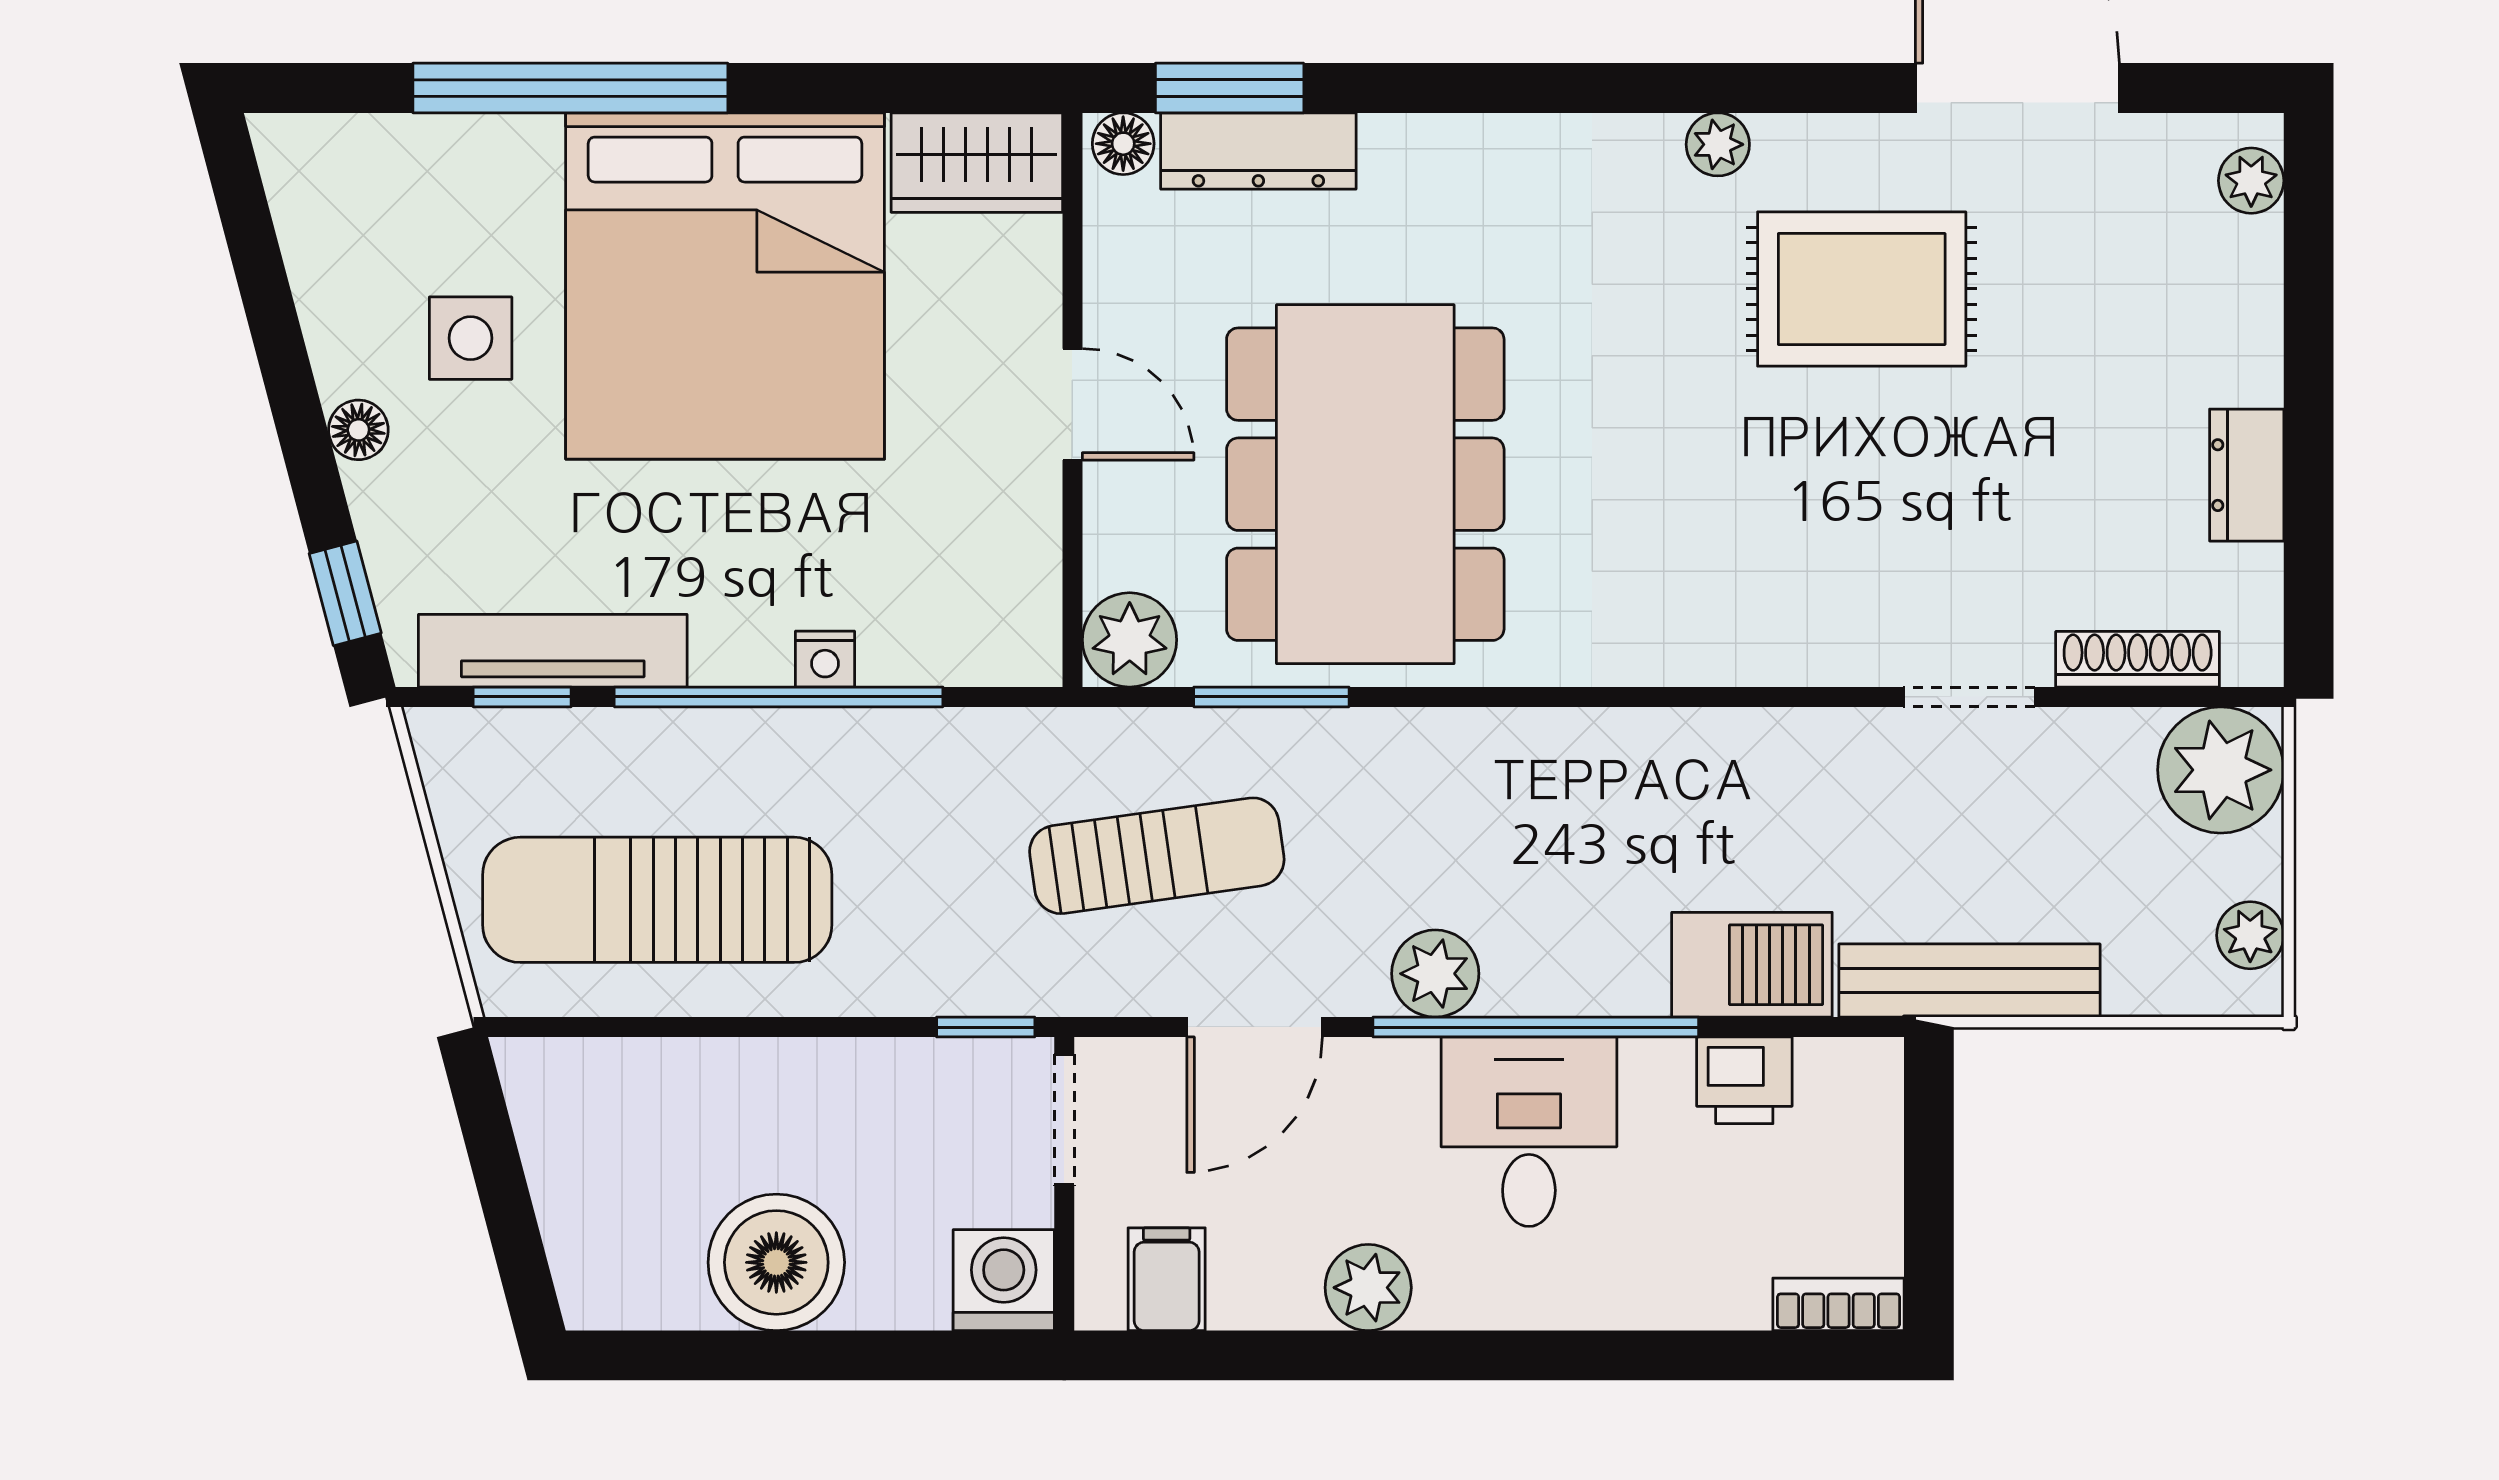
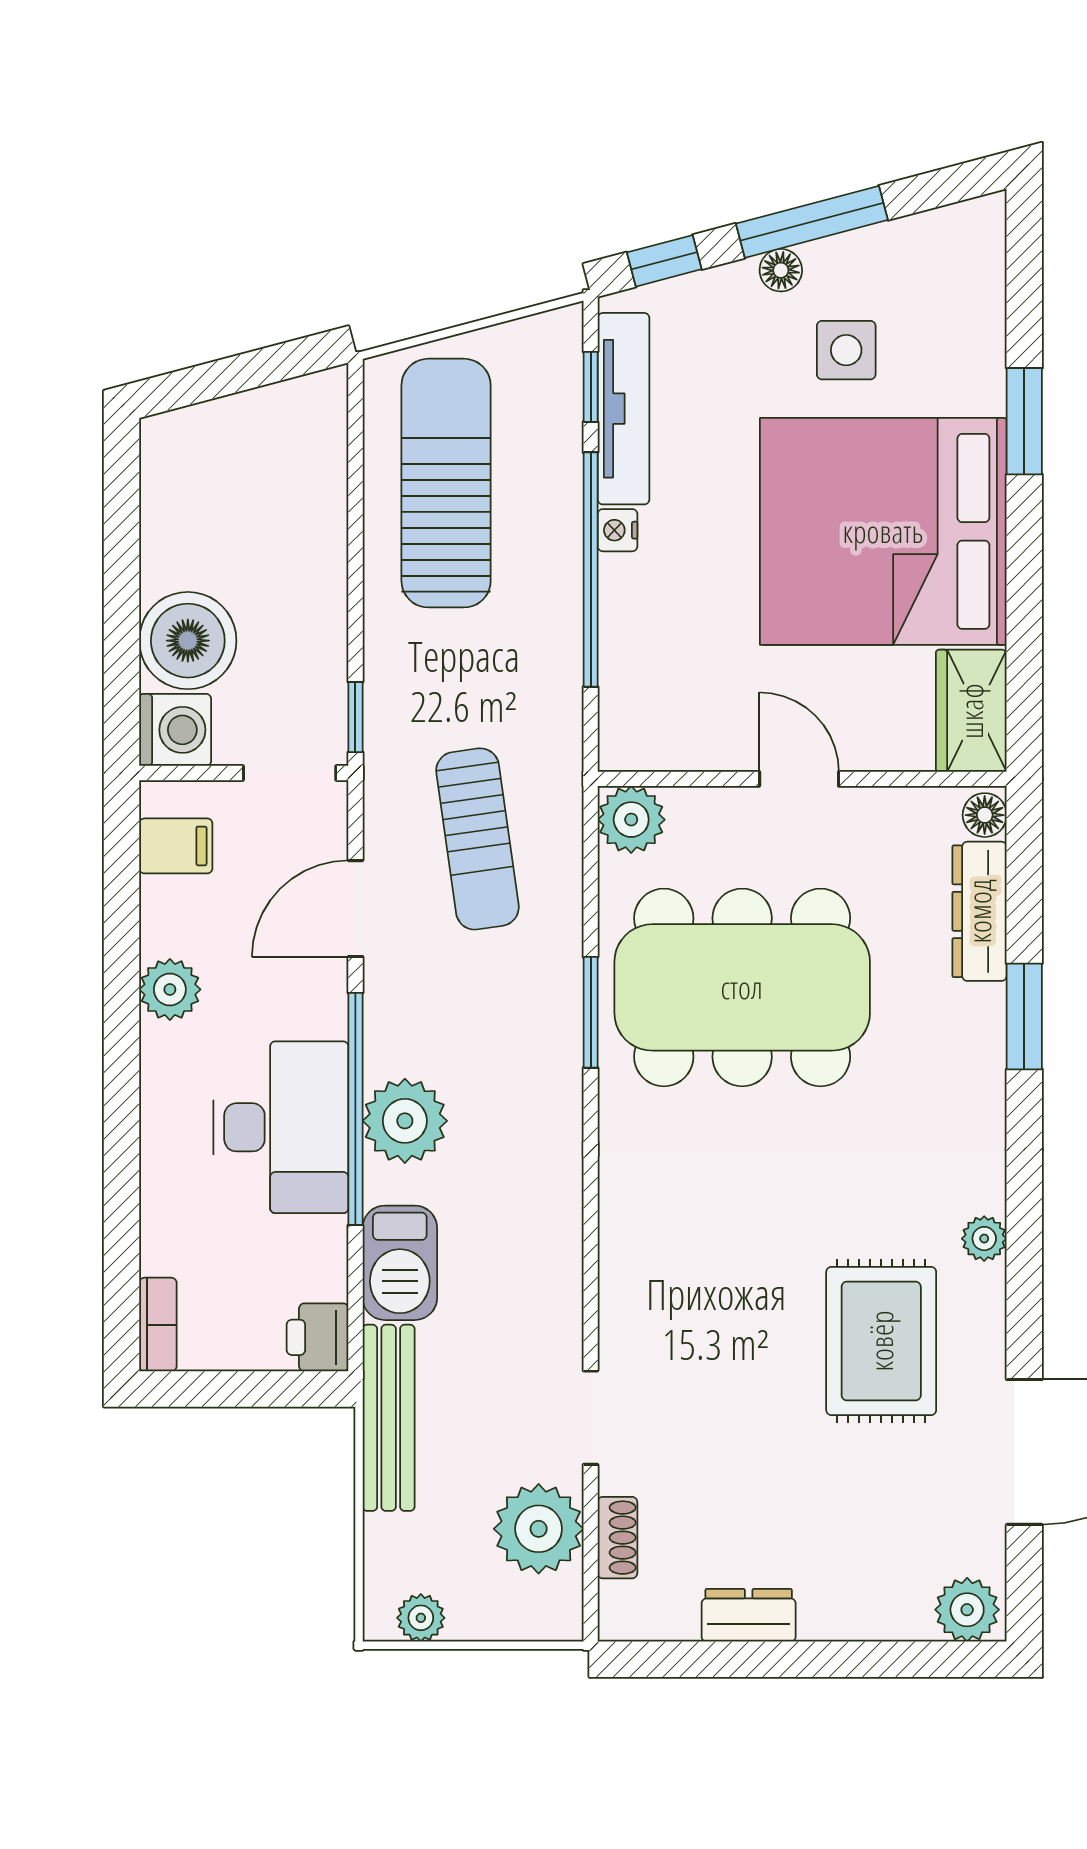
window: (570, 88) -> (1024, 421), width x0.47
window: (1230, 88) -> (1024, 1016), moved
plant: (2251, 181) -> (967, 1610), width x1.38, depth x1.38
window: (290, 386) -> (812, 222), added
door: (1072, 404) -> (799, 779), swing flipped
nightstand: (825, 659) -> (618, 530), moved
shoe rack: (2138, 659) -> (617, 1538), width x0.70
window: (1271, 697) -> (591, 1012), moved
plant: (2221, 770) -> (539, 1529), moved
plant: (1435, 974) -> (405, 1121), moved, width x1.36, depth x1.36
door: (1255, 1027) -> (355, 909), hinge flipped
printer: (1744, 1080) -> (318, 1337), moved
desk: (1529, 1132) -> (281, 1127), width x1.37
boiler: (776, 1262) -> (188, 641), moved

